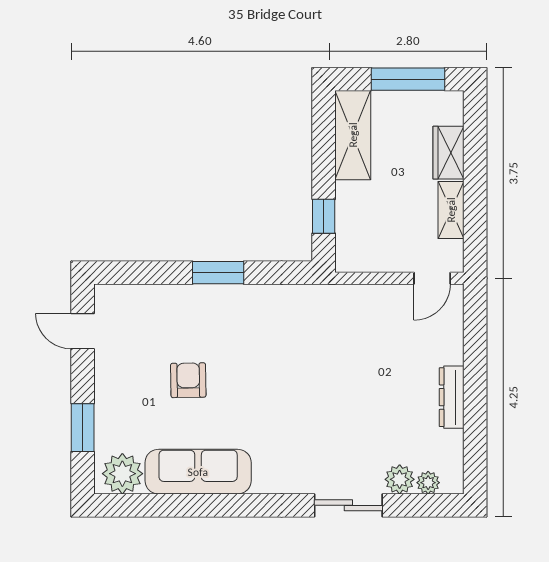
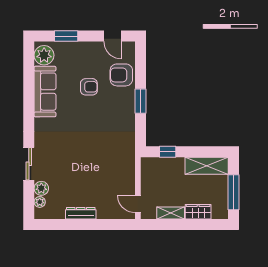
armchair: (163, 313) -> (121, 75), added
door: (83, 331) -> (112, 36), swing flipped

